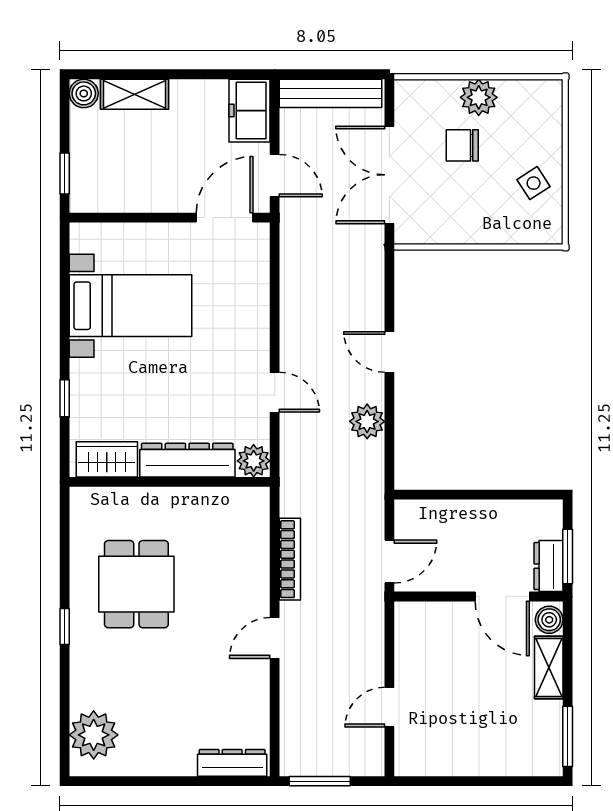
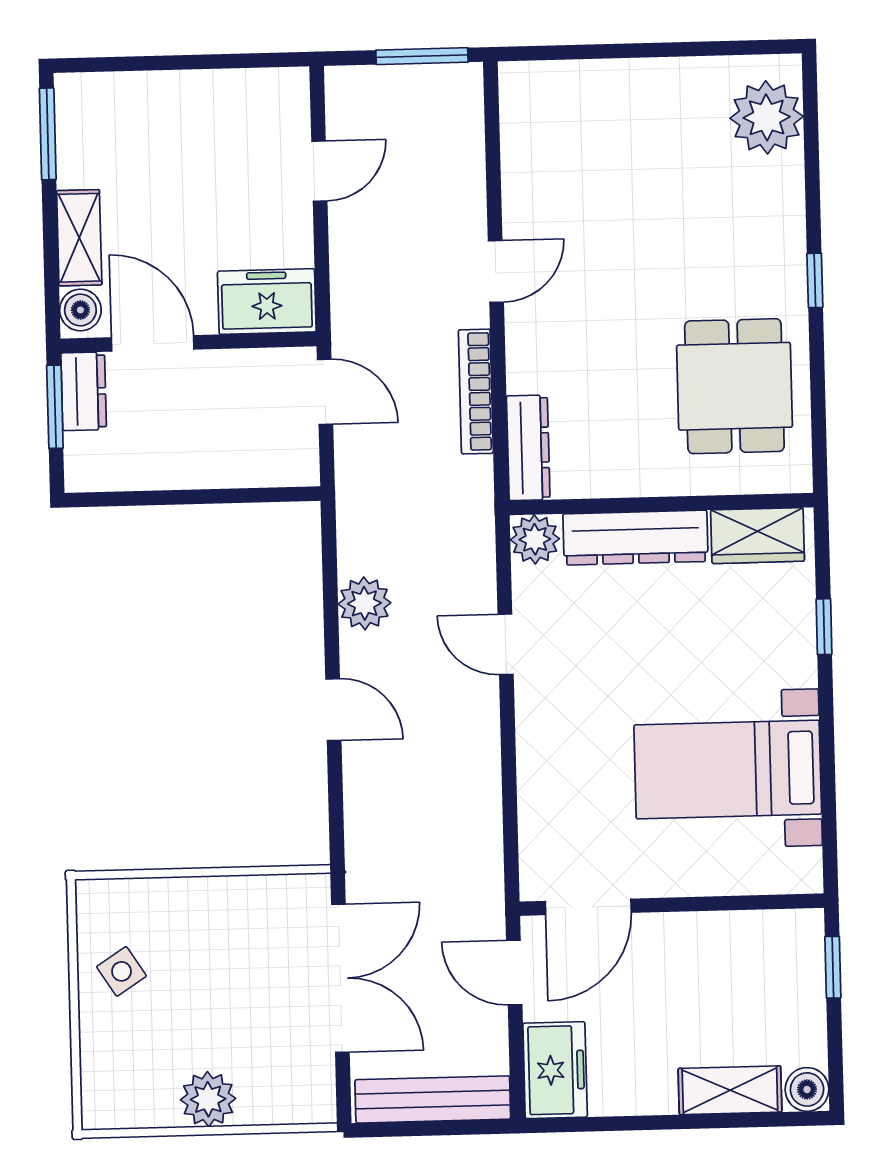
chair: (462, 145) -> (231, 1026), removed
door: (389, 562) -> (325, 392), swing flipped
dining table: (136, 584) -> (734, 386), moved
freezer: (426, 622) -> (267, 302), added
dresser: (232, 763) -> (528, 448), moved, turned -90

